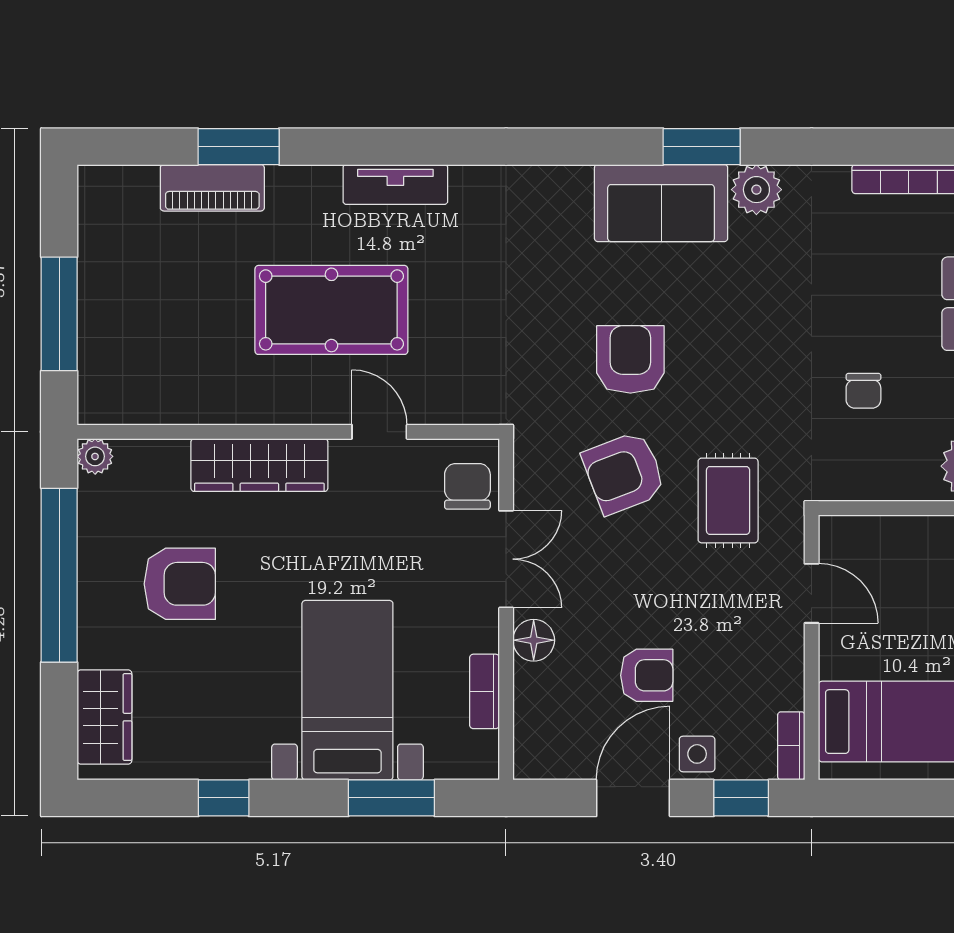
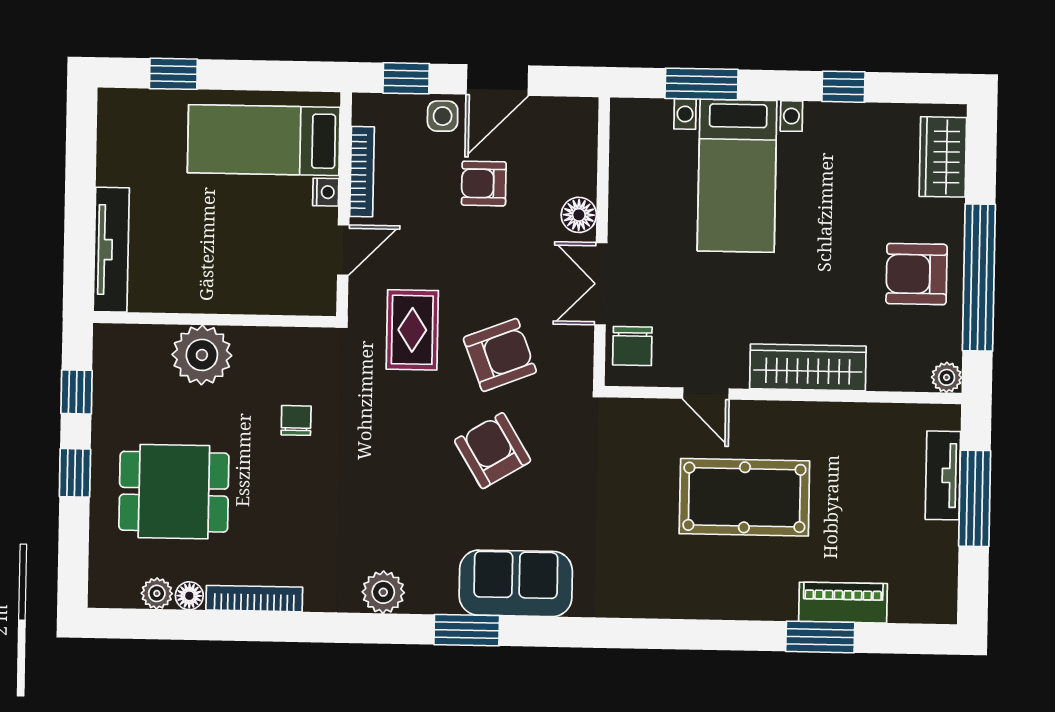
window: (702, 147) -> (467, 630), moved
tv unit: (395, 184) -> (943, 475), moved, turned -90
sofa: (661, 203) -> (516, 583), moved
armchair: (630, 359) -> (493, 451), turned 149
armchair: (180, 584) -> (917, 274), moved
door: (812, 593) -> (343, 250), swing flipped
nightstand: (834, 661) -> (326, 192), added
bookcase: (485, 691) -> (621, 172), removed
bookcase: (791, 746) -> (362, 172), moved, width x1.56

